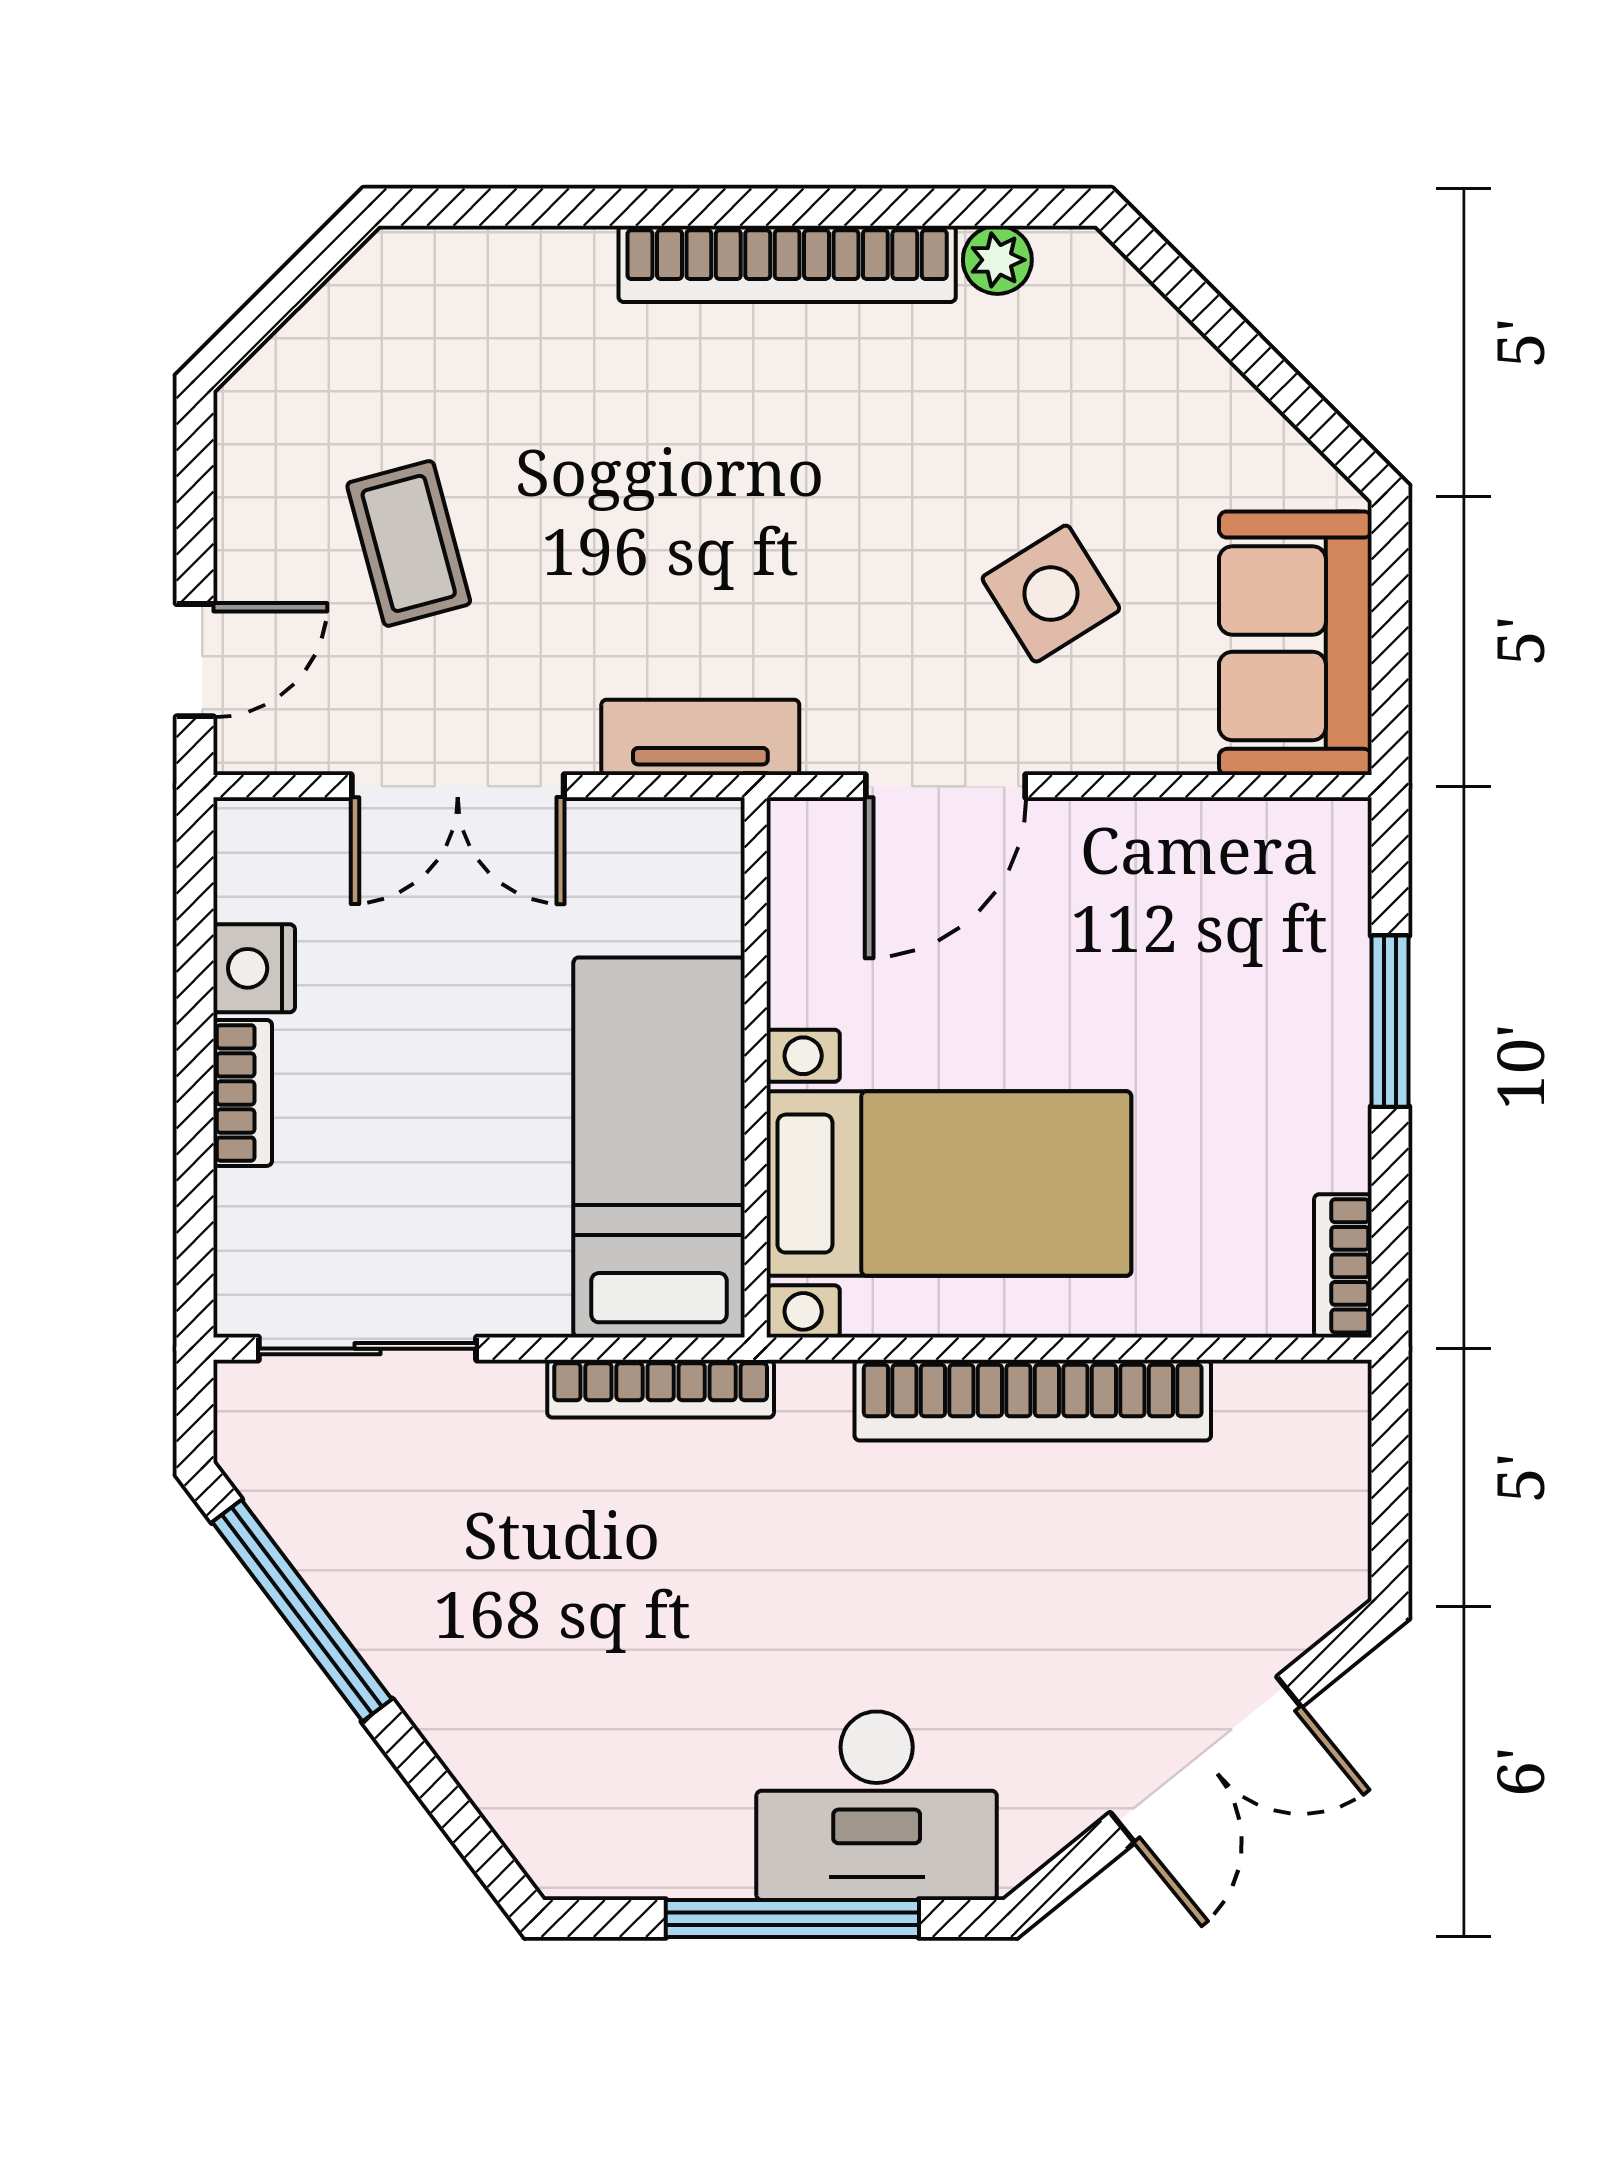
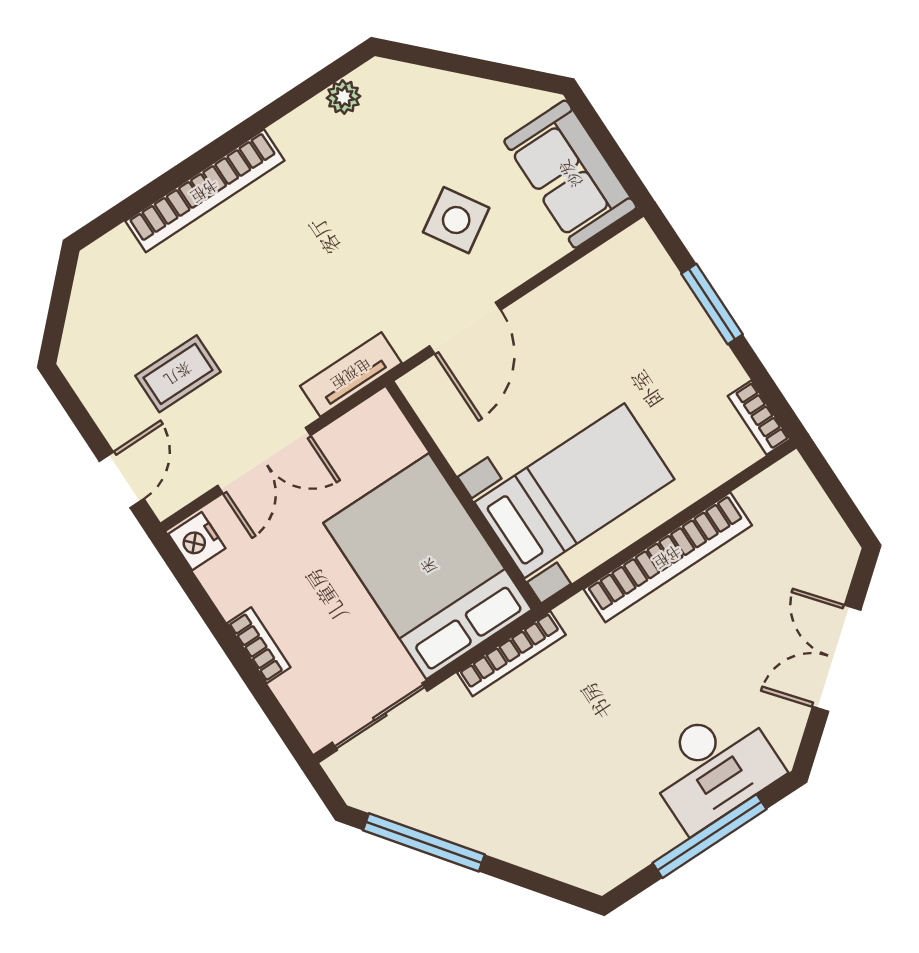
bookcase: (787, 264) -> (205, 191), moved
coffee table: (409, 543) -> (178, 374), turned -75
nightstand: (254, 968) -> (197, 541), moved
bed: (659, 1148) -> (428, 566), width x1.50
double door: (1206, 1760) -> (837, 658), swing flipped

